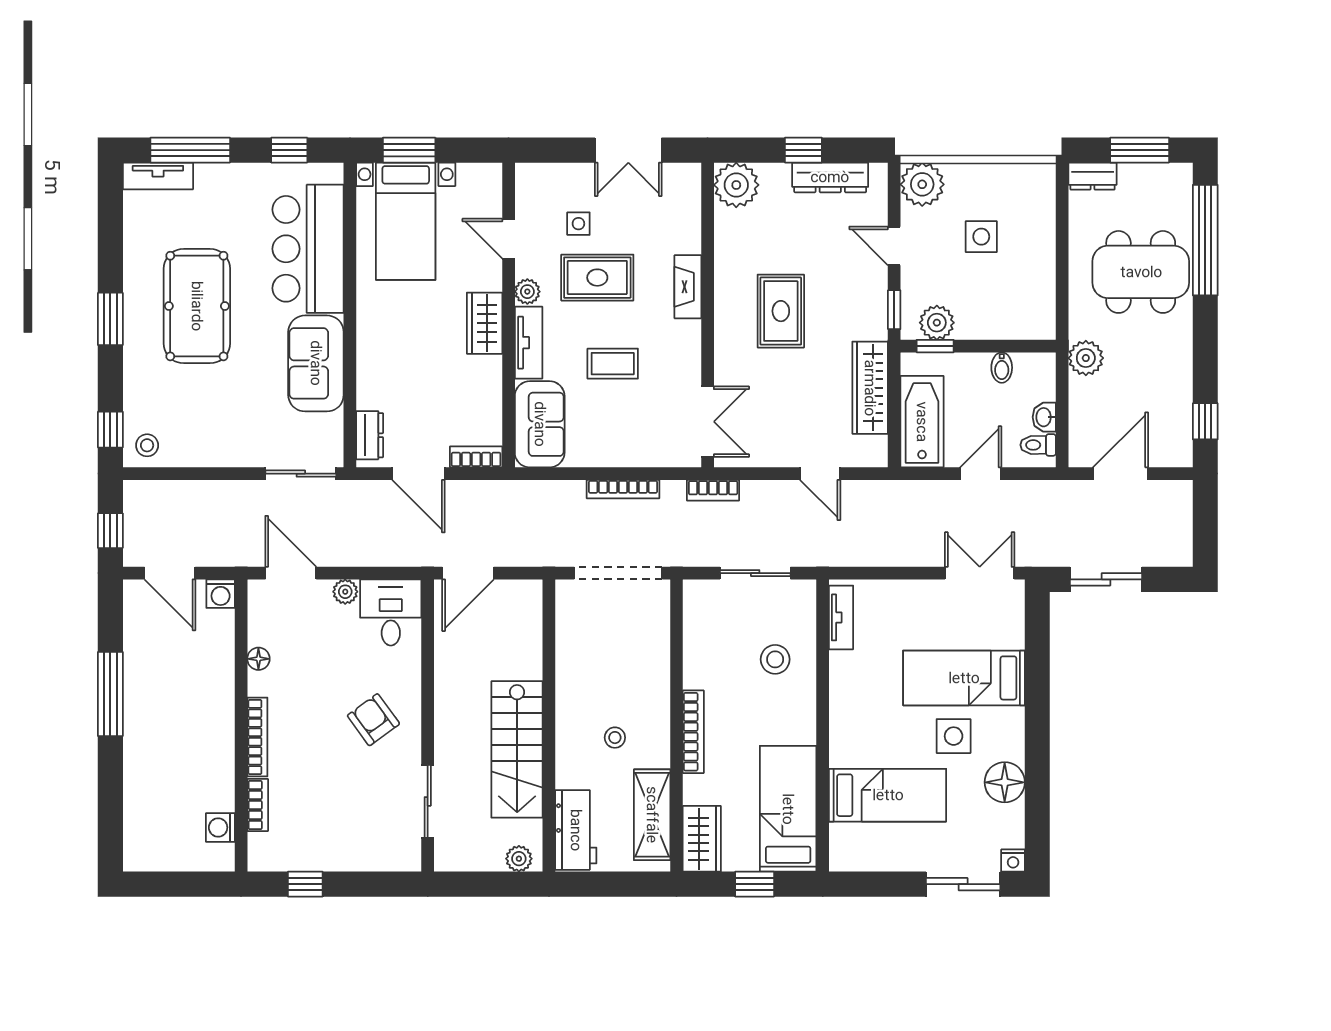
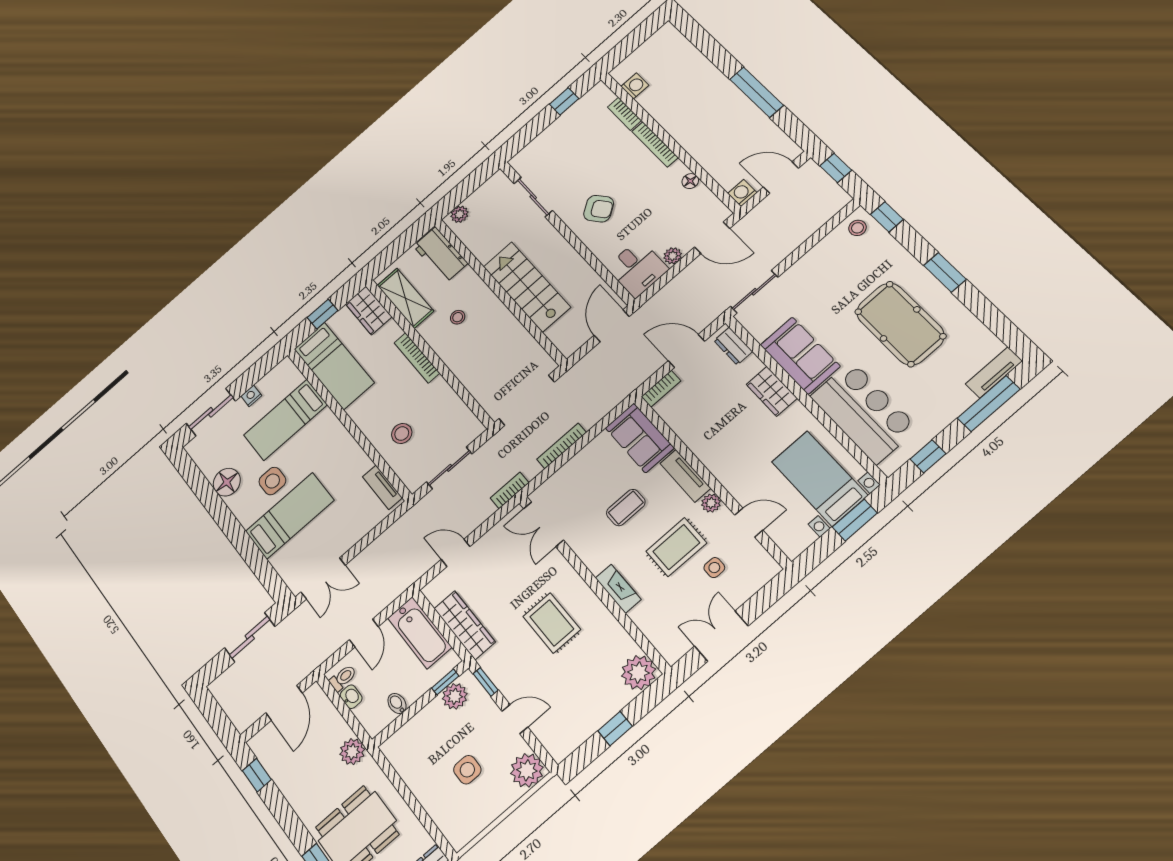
dresser: (830, 177) -> (586, 726), removed
wardrobe: (485, 323) -> (772, 391), moved, turned 180
stairs: (517, 749) -> (527, 287), moved
nightstand: (1013, 861) -> (251, 396), moved

